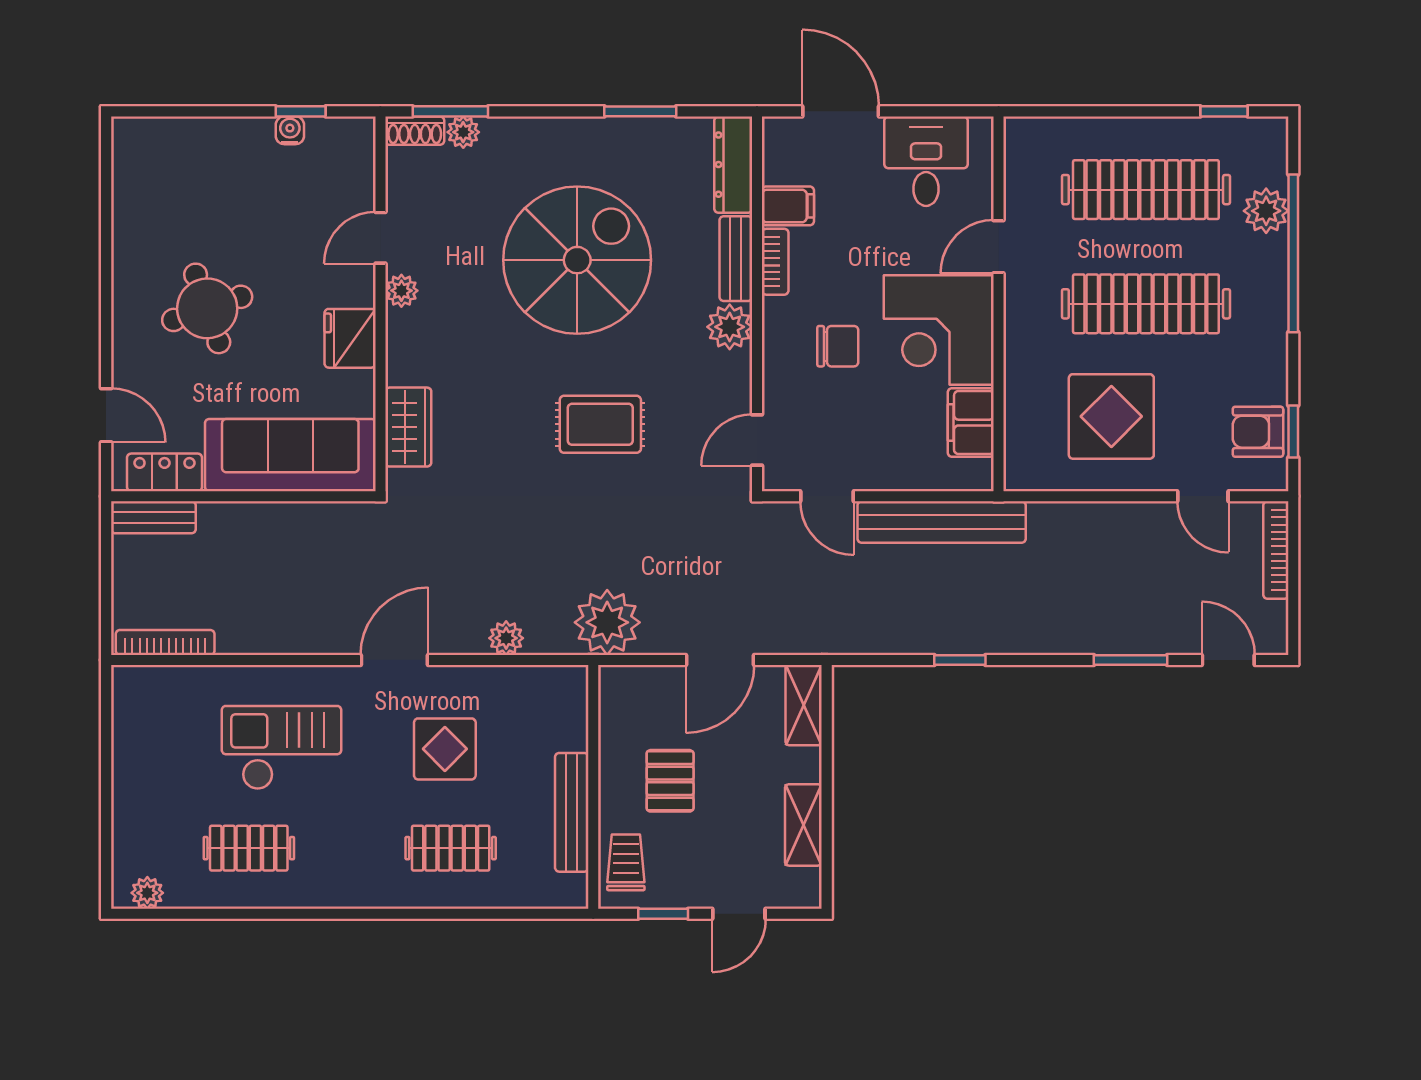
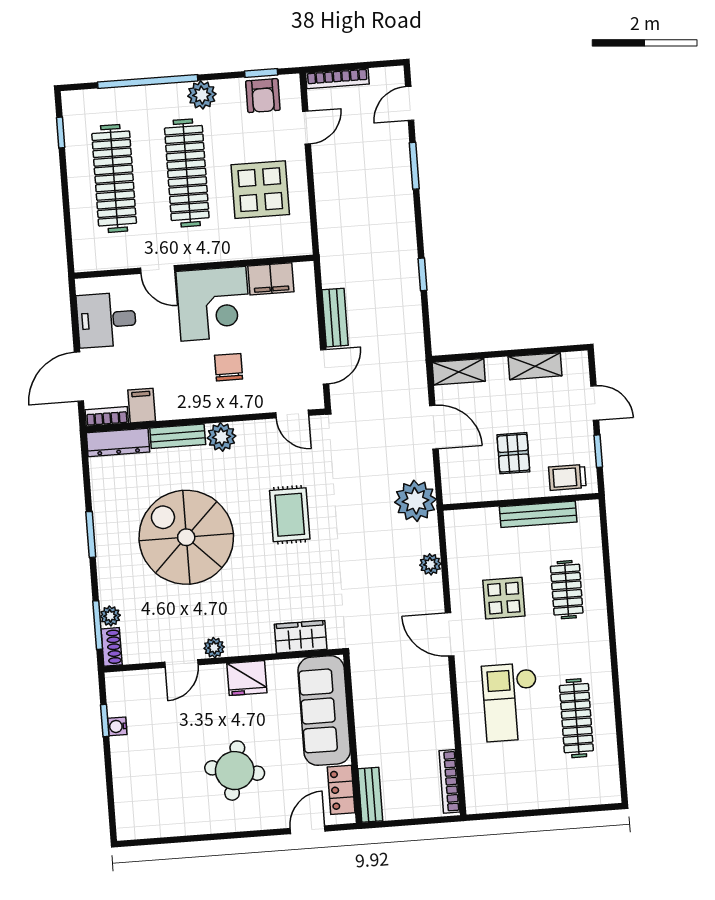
window: (640, 111) -> (91, 534), moved
plant: (1266, 211) -> (202, 95), moved
door: (380, 238) -> (181, 664), hinge flipped
bookcase: (775, 262) -> (107, 416), moved
round table: (207, 308) -> (235, 771), turned 30
bench: (942, 522) -> (335, 318), width x0.54, depth x0.82
pallet: (670, 781) -> (513, 453), turned 90
clothes rail: (249, 848) -> (576, 718), width x1.36
plant: (147, 893) -> (610, 781), removed

